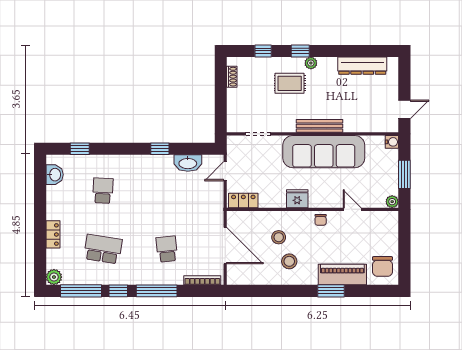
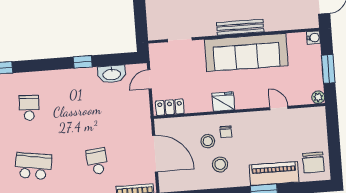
chair: (321, 220) -> (226, 132), moved

